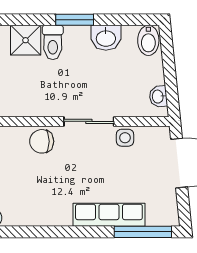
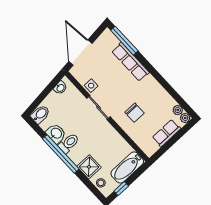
window: (75, 20) -> (61, 154), width x2.11
toilet: (53, 42) -> (69, 143), moved
chair: (42, 141) -> (135, 113), moved

